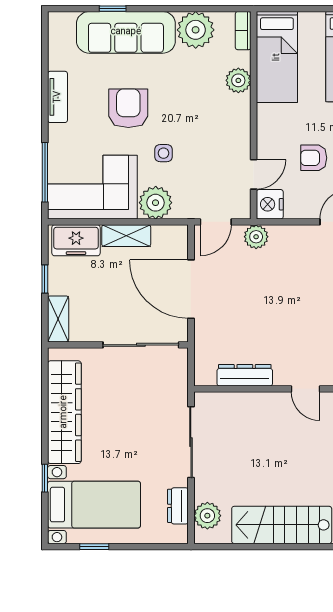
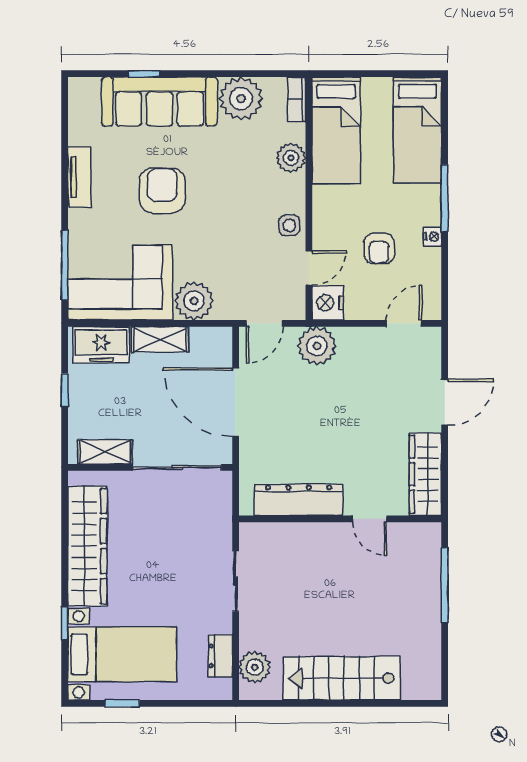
side table: (163, 153) -> (289, 225), moved
armchair: (314, 158) -> (379, 248), turned -90
plant: (256, 237) -> (317, 346), width x1.36, depth x1.36
shelving: (58, 319) -> (105, 452), moved, turned 90
dresser: (245, 375) -> (299, 500), width x1.37, depth x1.24
sliding door: (191, 442) -> (236, 581), width x0.73

